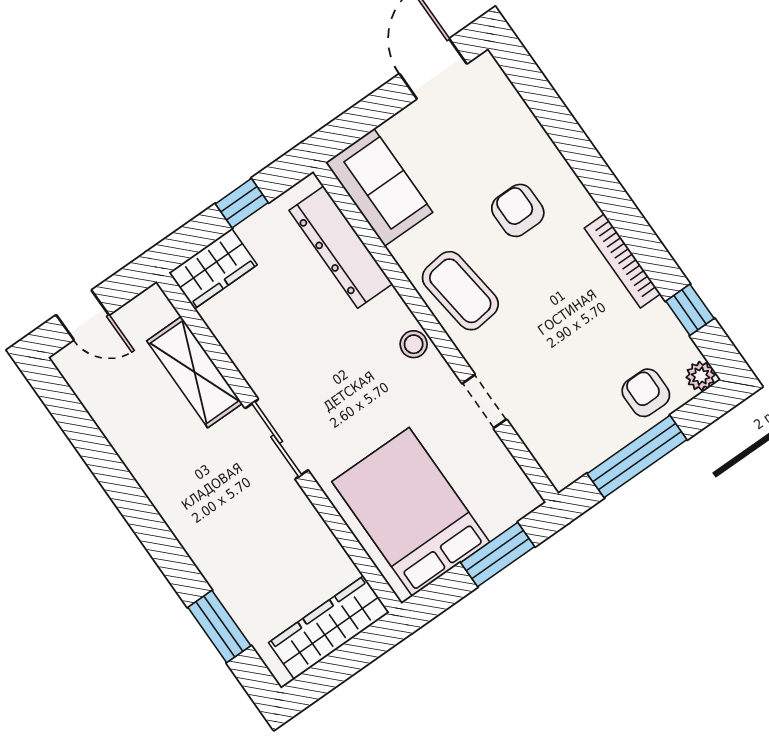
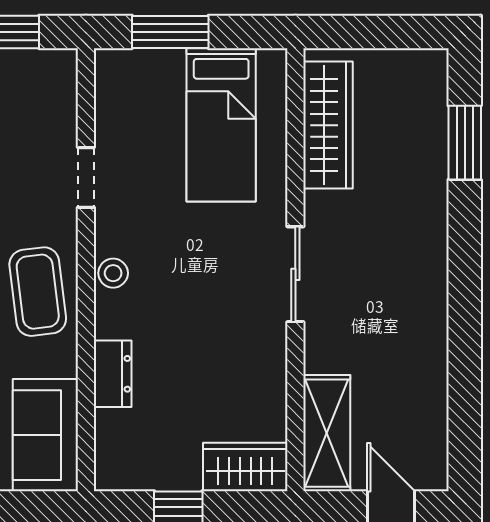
dresser: (341, 247) -> (113, 374), width x0.51, depth x0.80
shelving: (195, 372) -> (327, 433), moved
bed: (411, 512) -> (221, 125), width x0.67
wardrobe: (329, 628) -> (328, 125), moved, turned -90

